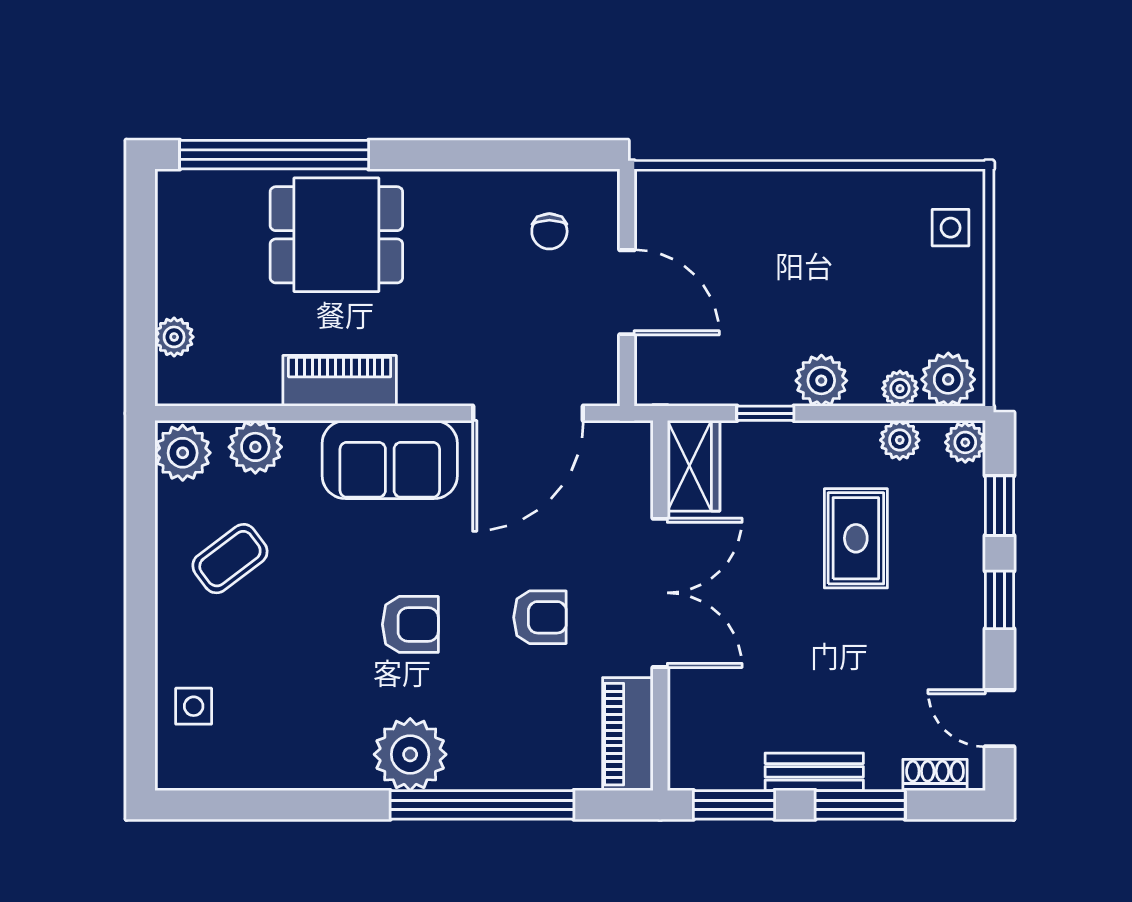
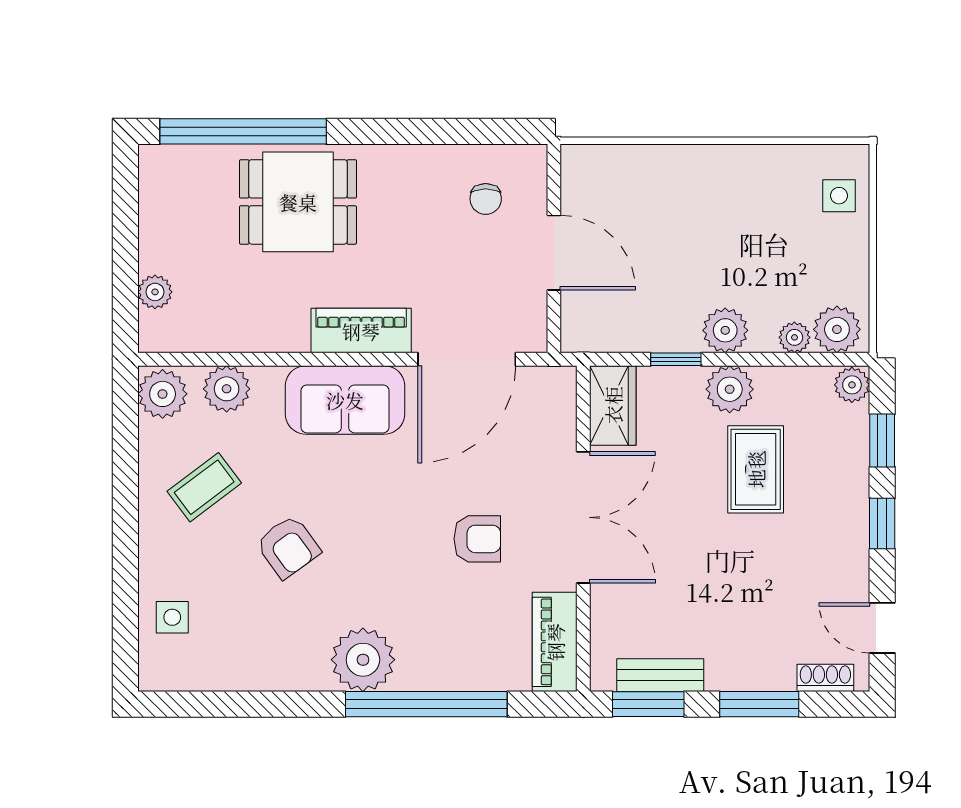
piano: (340, 381) -> (361, 331), moved
plant: (900, 440) -> (730, 389), moved, width x1.38, depth x1.38
armchair: (410, 624) -> (288, 547), moved, turned 54
bench: (814, 772) -> (660, 675), moved

